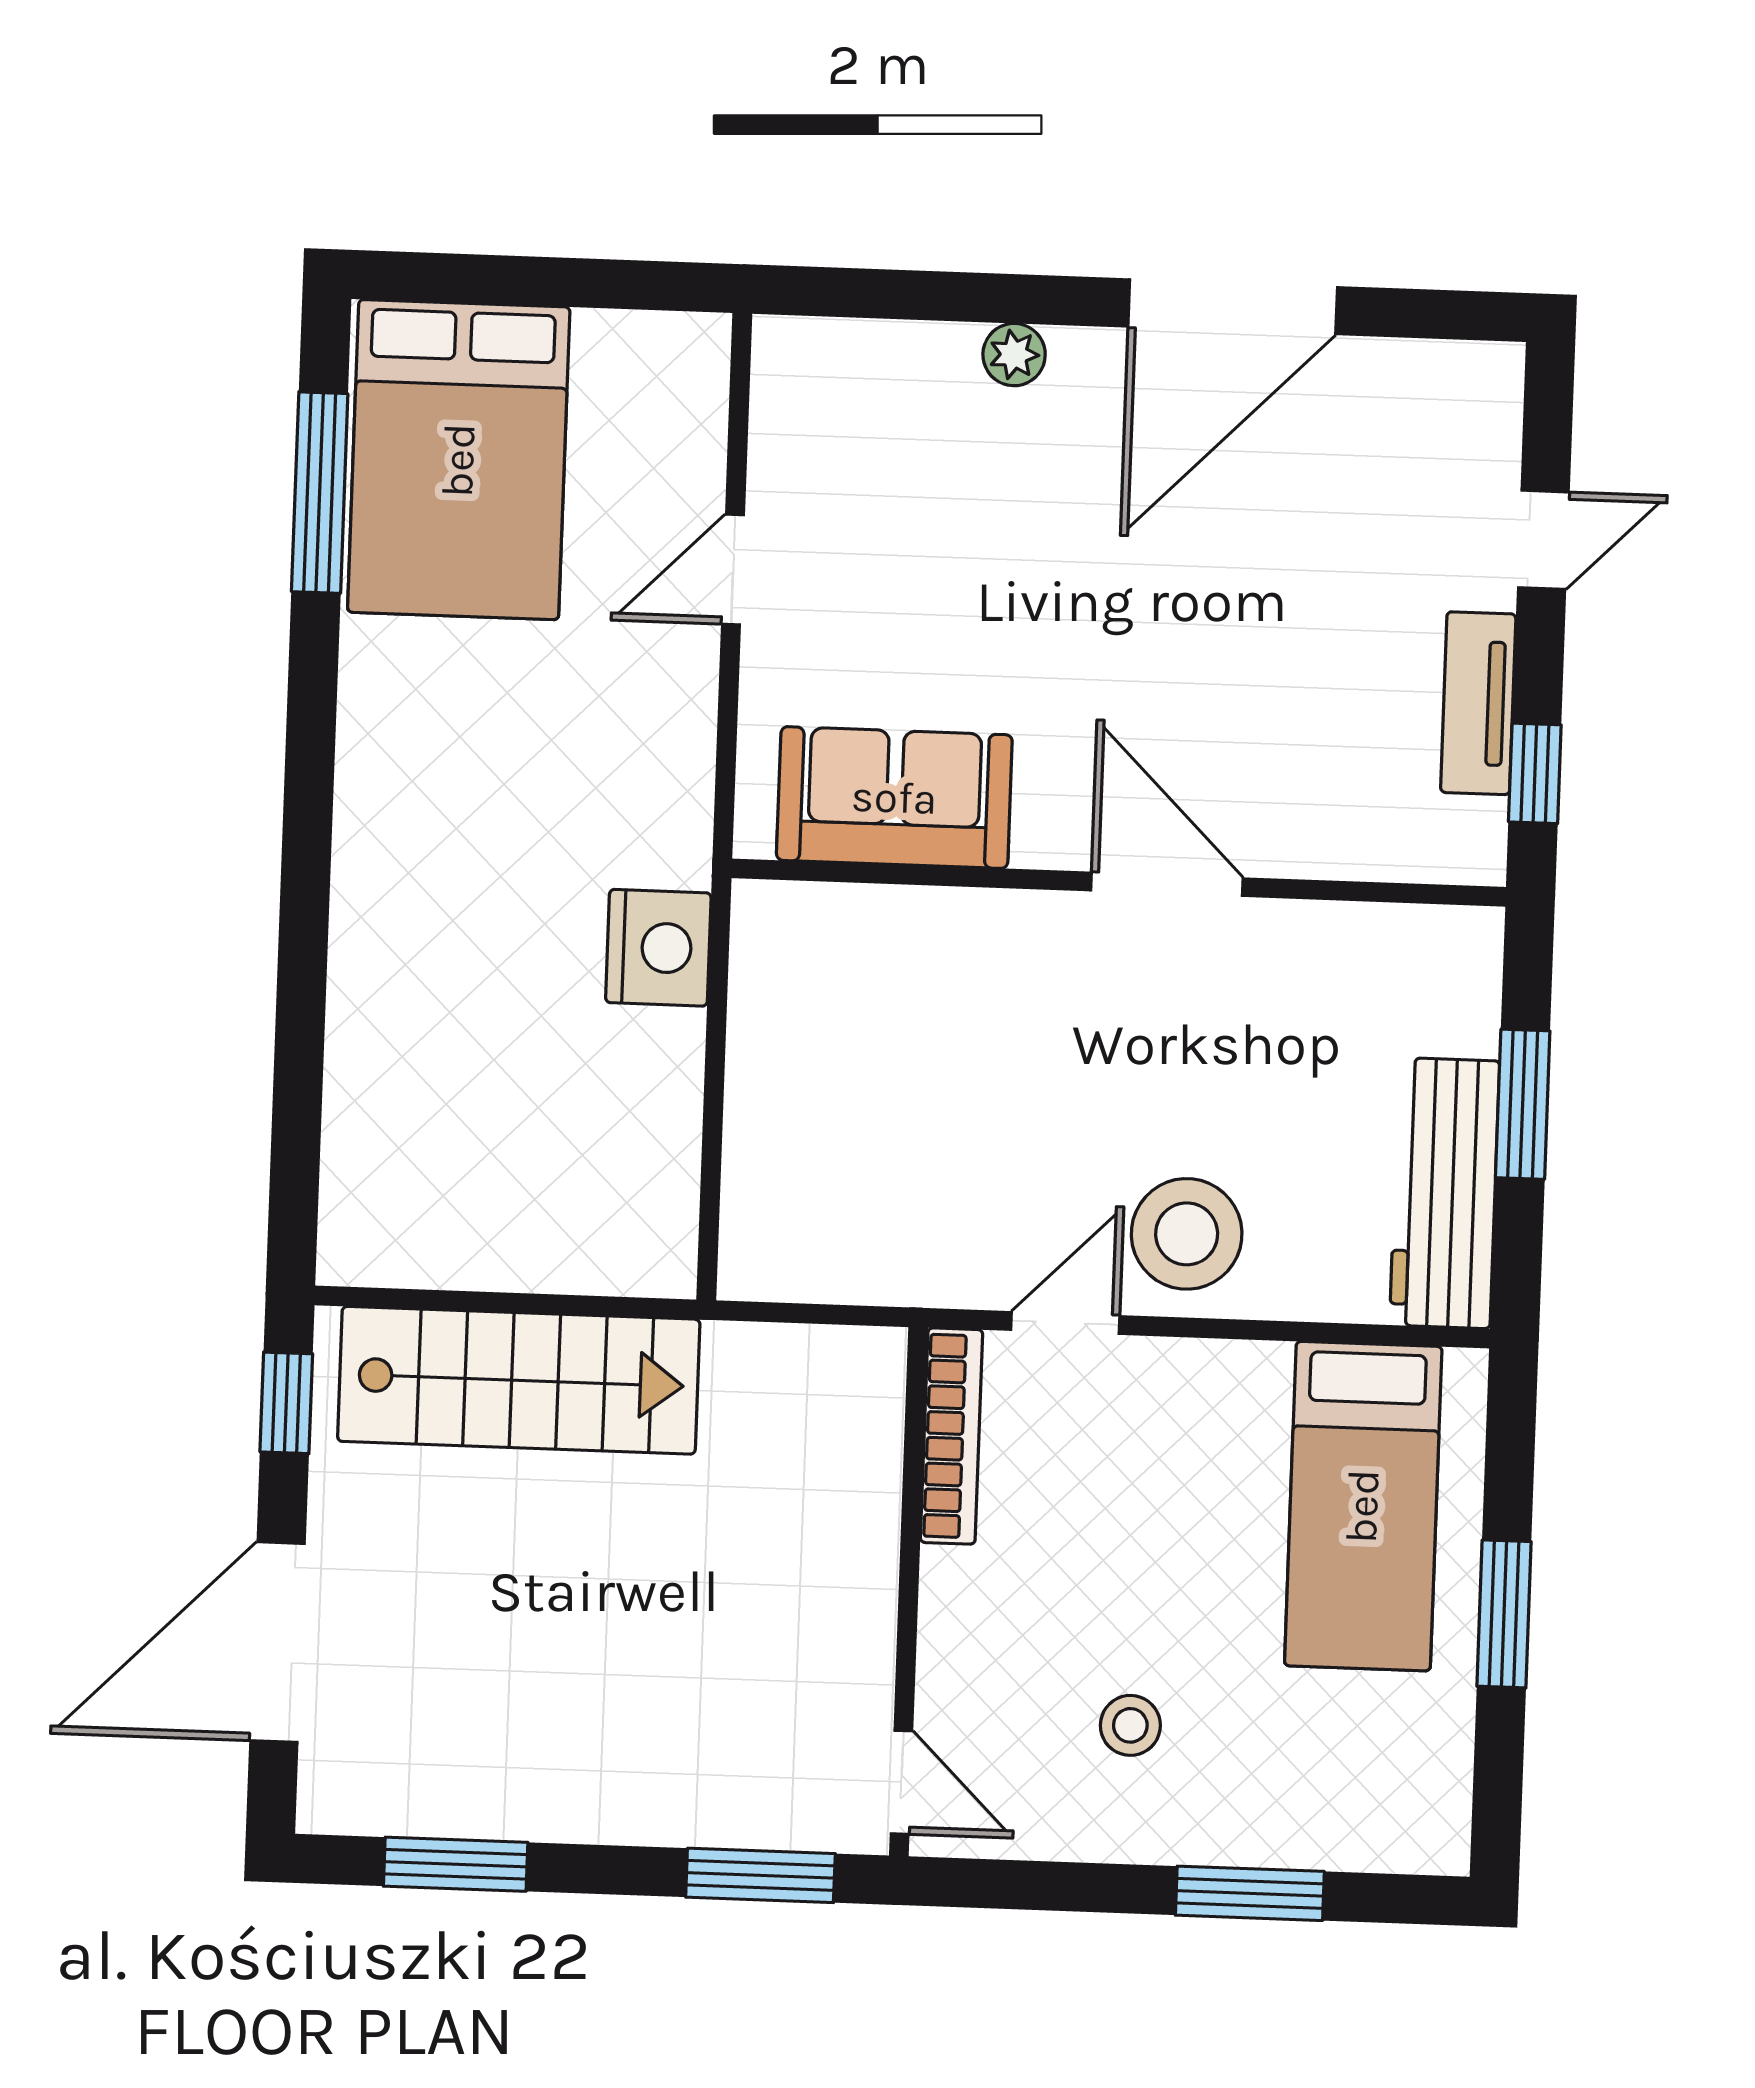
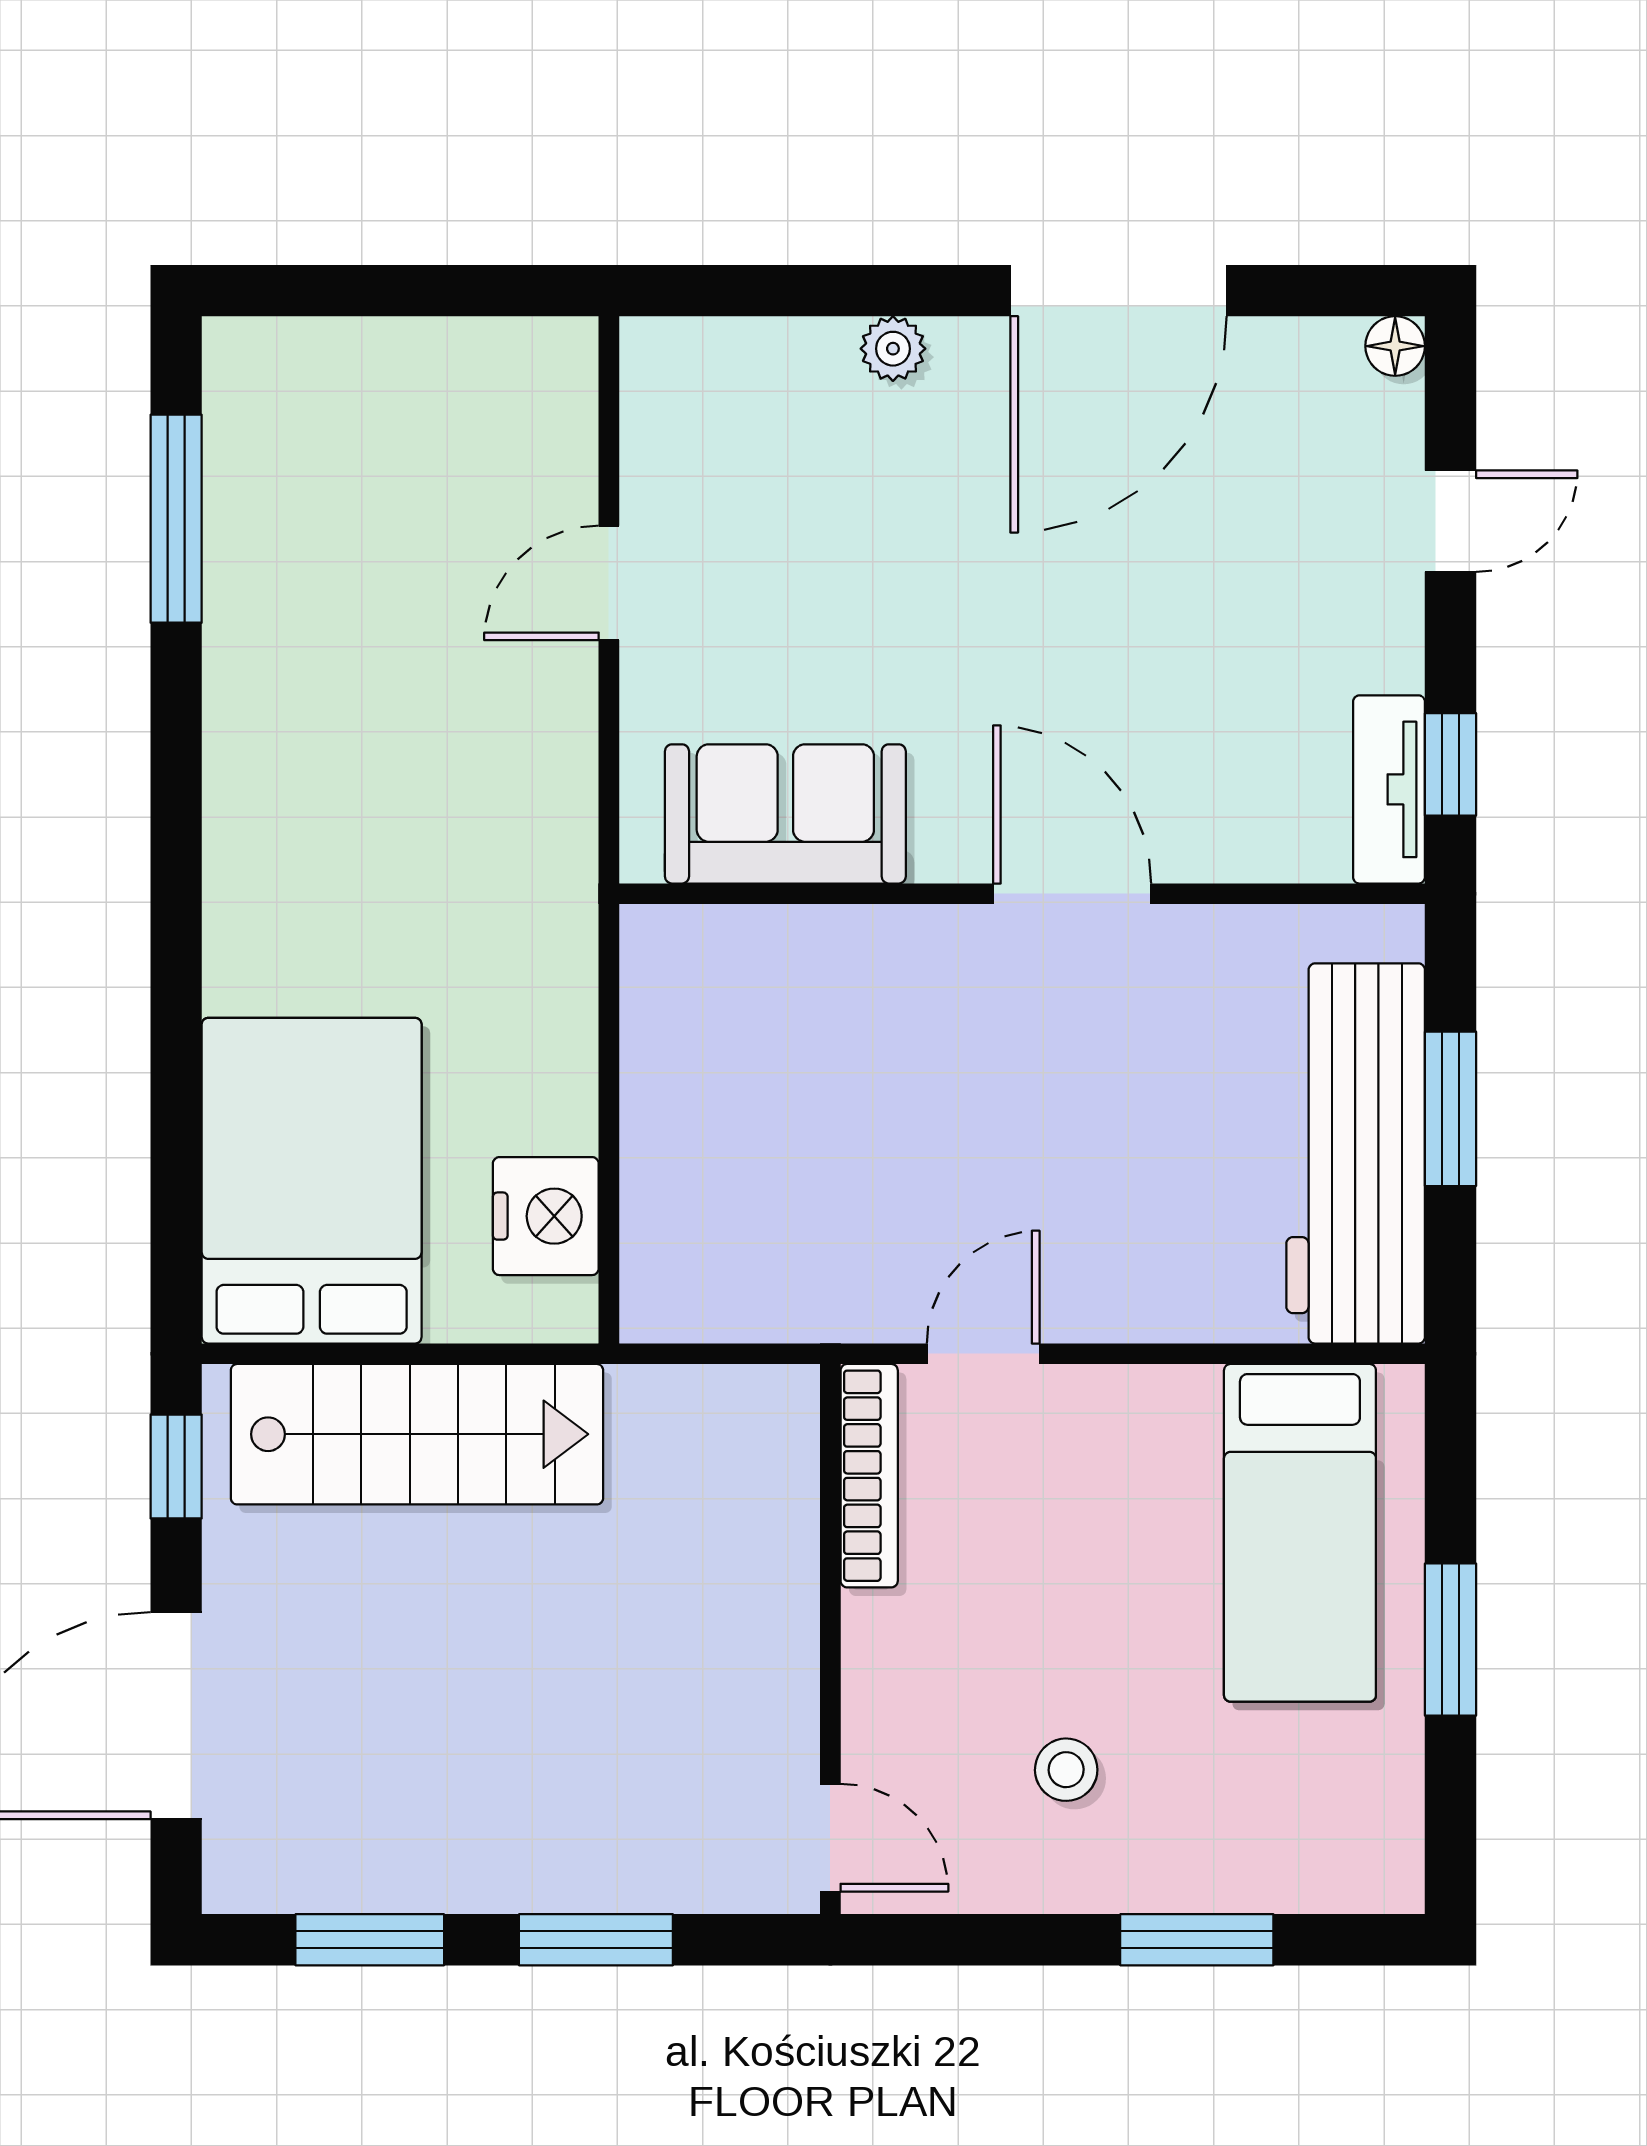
floor lamp: (1496, 370) -> (1395, 346), added
bed: (459, 460) -> (312, 1181), moved, turned 180
tv unit: (1478, 703) -> (1389, 789), moved
nightstand: (658, 948) -> (546, 1216), moved
workbench: (1445, 1193) -> (1356, 1153), width x1.36, depth x1.32
stool: (1187, 1234) -> (1106, 1256), removed
window: (760, 1875) -> (596, 1940), moved

